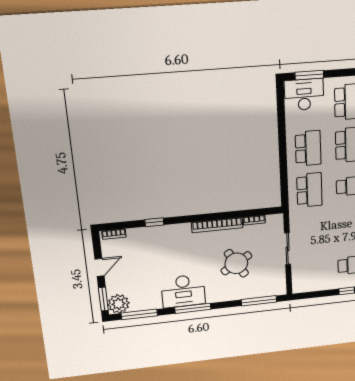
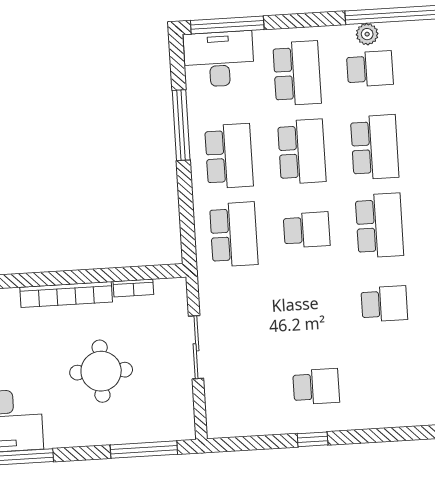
window: (309, 75) -> (227, 25), width x1.44
window: (282, 132) -> (181, 125), added
round table: (236, 263) -> (101, 371), turned 31

